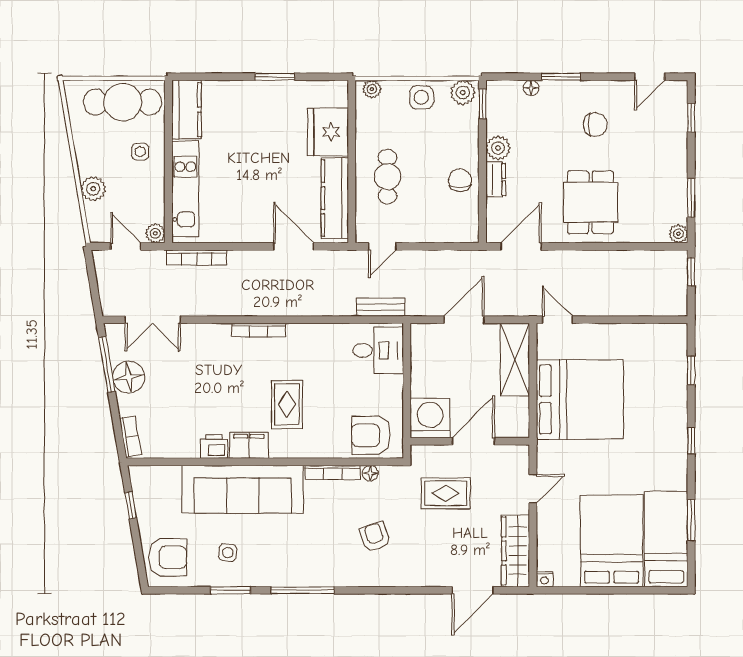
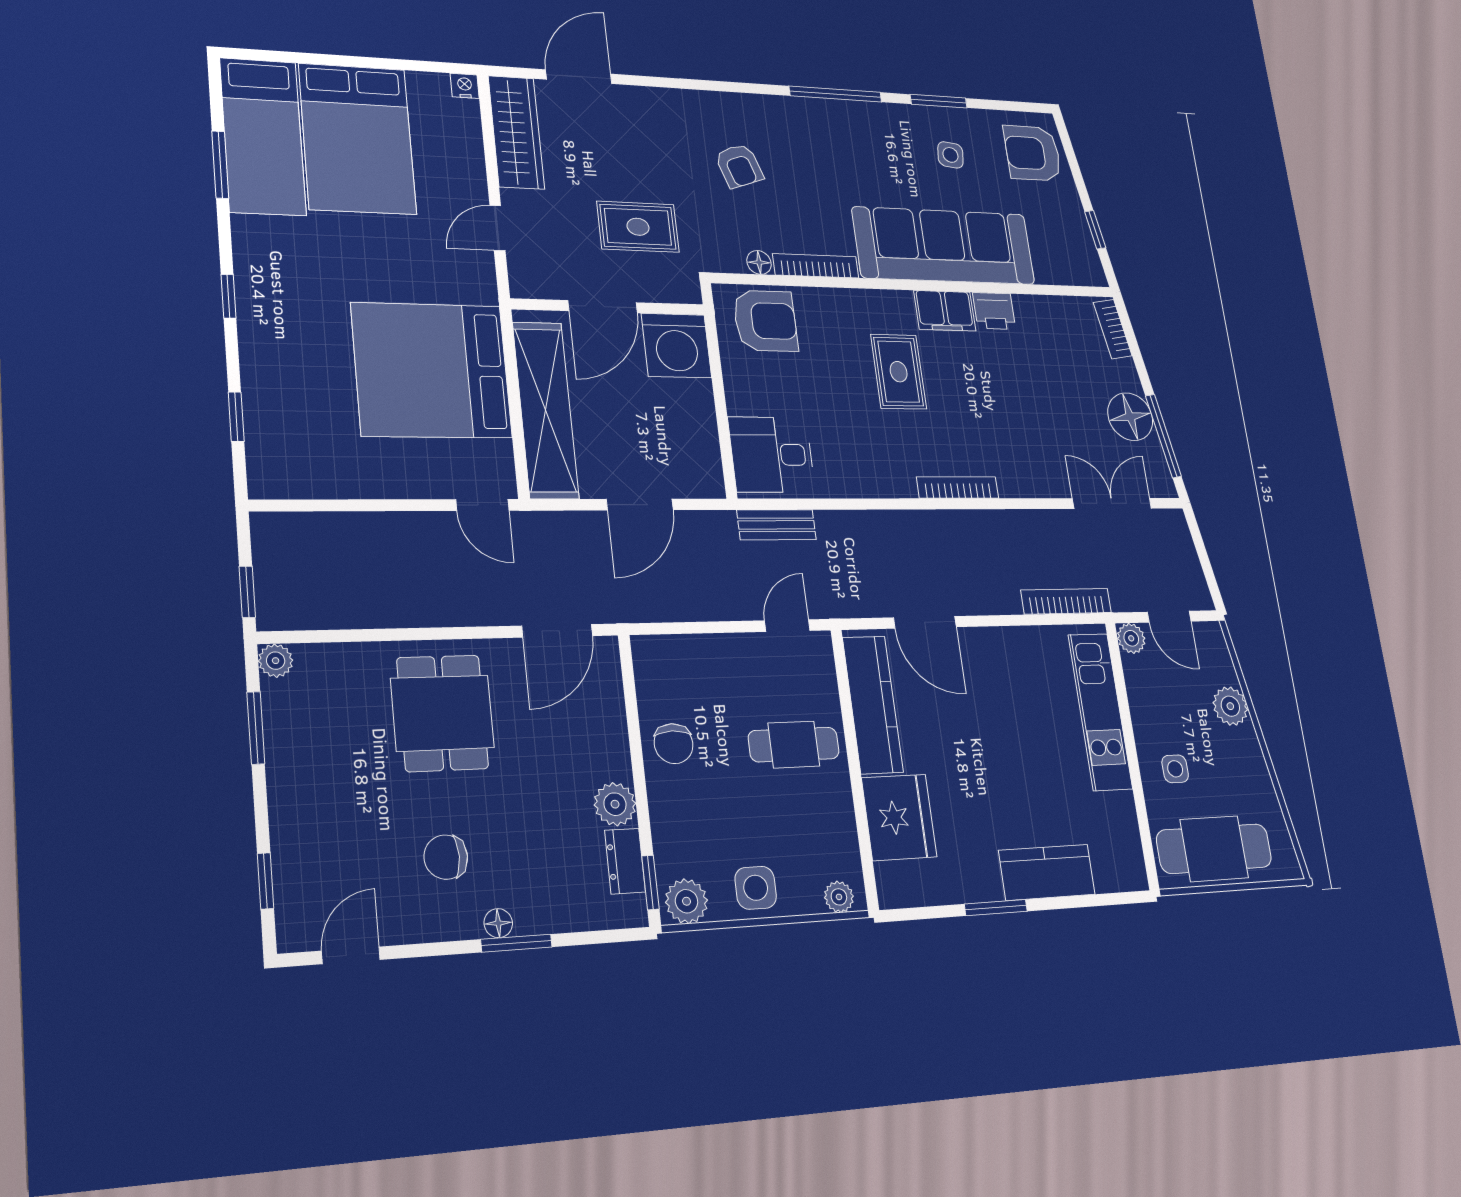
floor lamp: (531, 88) -> (498, 923), moved
kitchen counter: (186, 110) -> (1047, 872), moved, turned 90
cafe table: (388, 177) -> (794, 745), turned 90
dresser: (496, 179) -> (625, 861), moved
shelving: (515, 360) -> (546, 410), width x1.47

